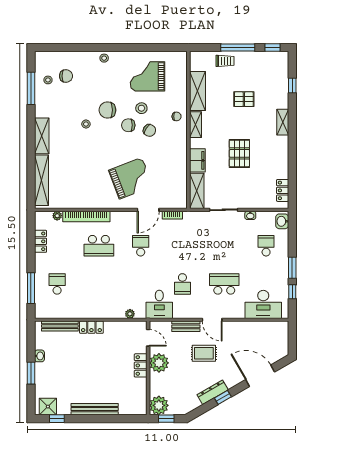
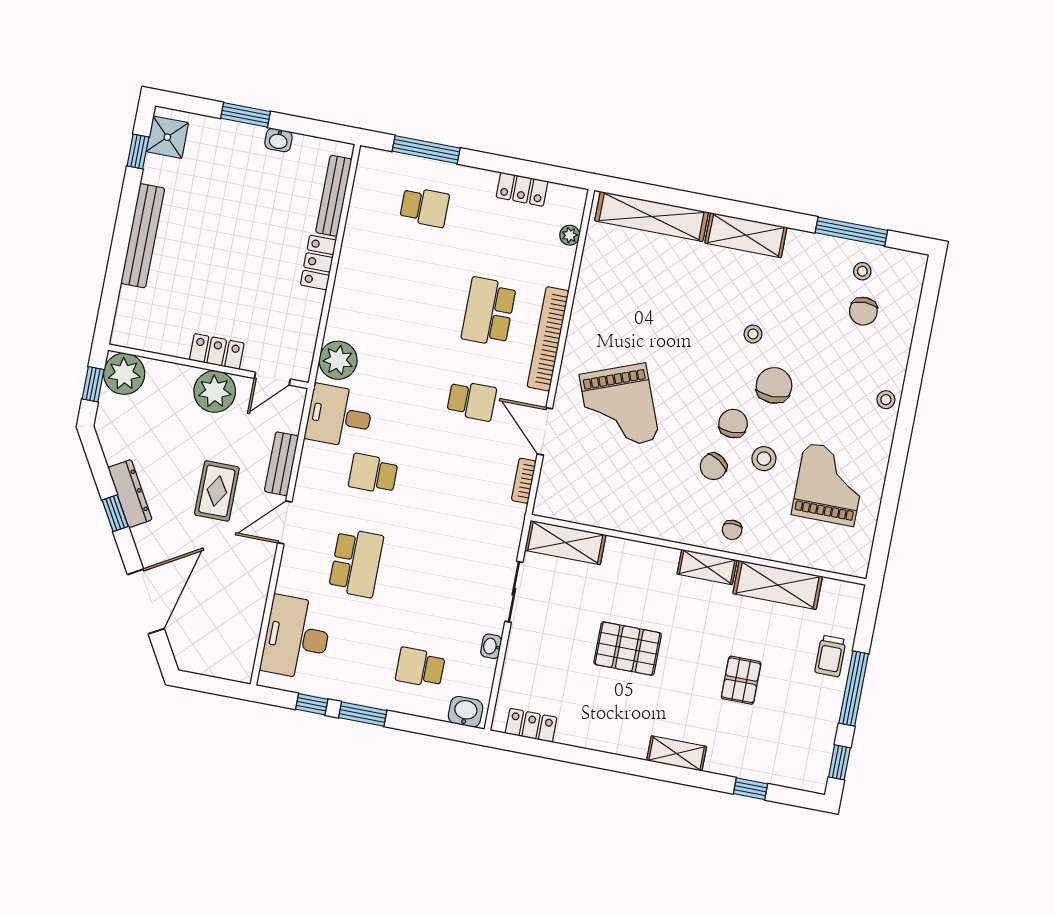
filing cabinet: (197, 160) -> (630, 556), removed
bookcase: (86, 216) -> (548, 339), moved
school desk: (266, 246) -> (420, 667), turned 180
plant: (130, 314) -> (338, 360), width x1.87, depth x1.87

